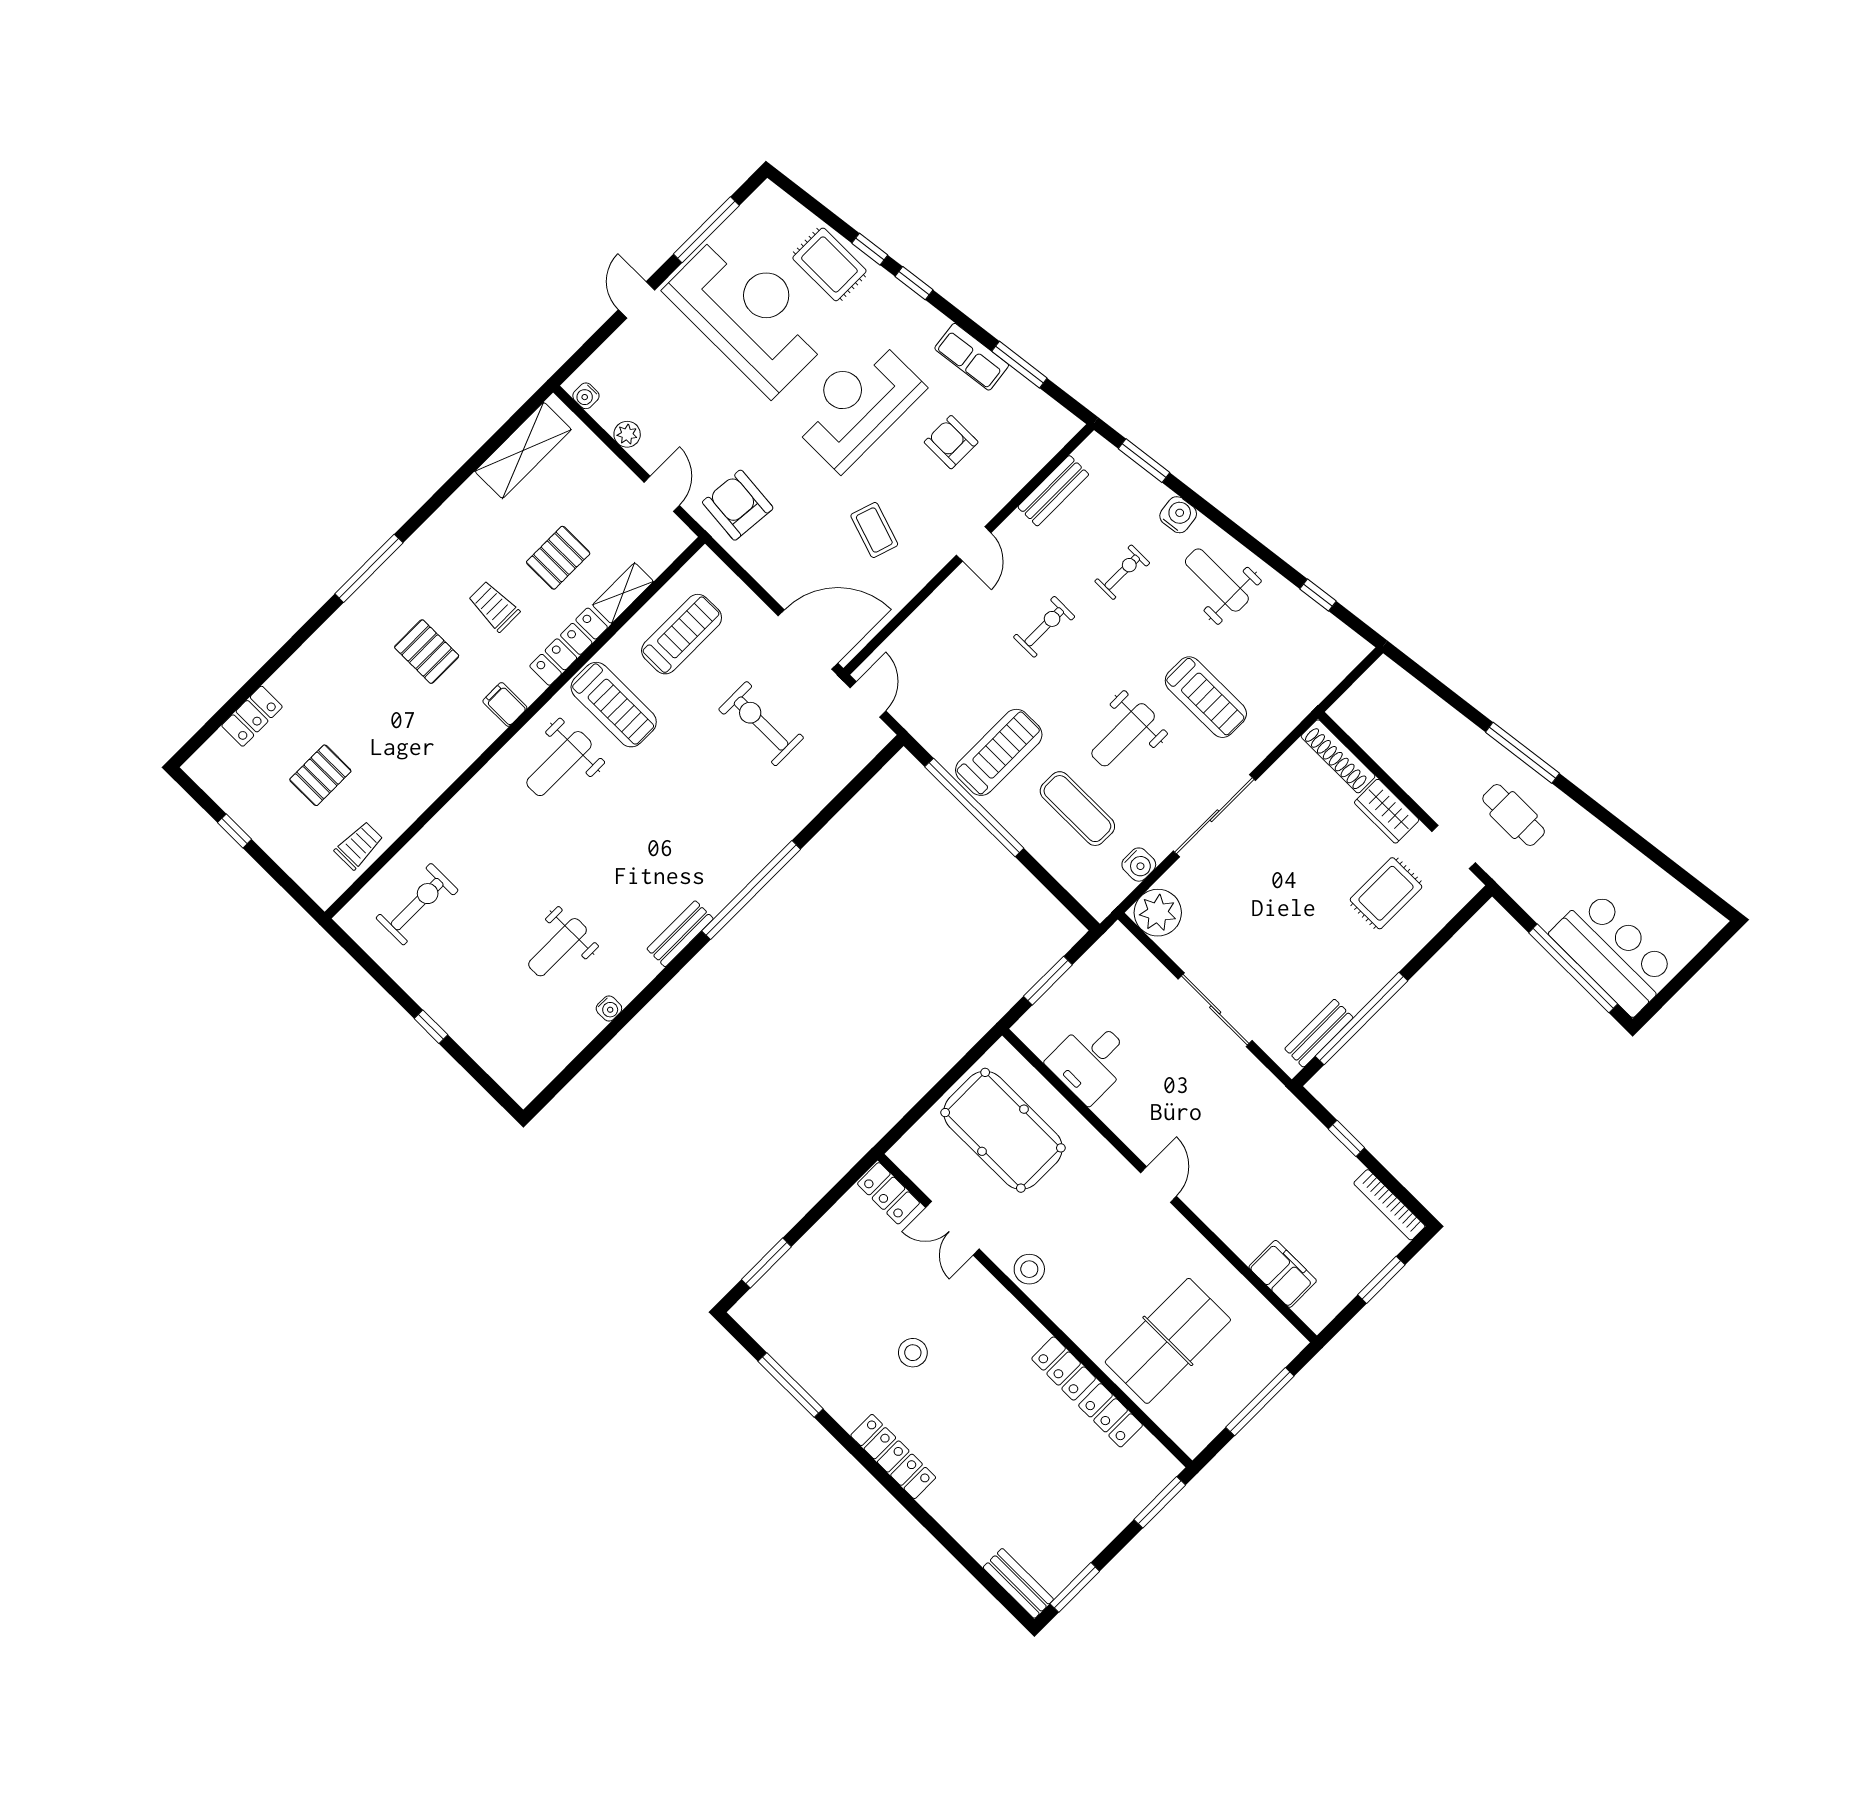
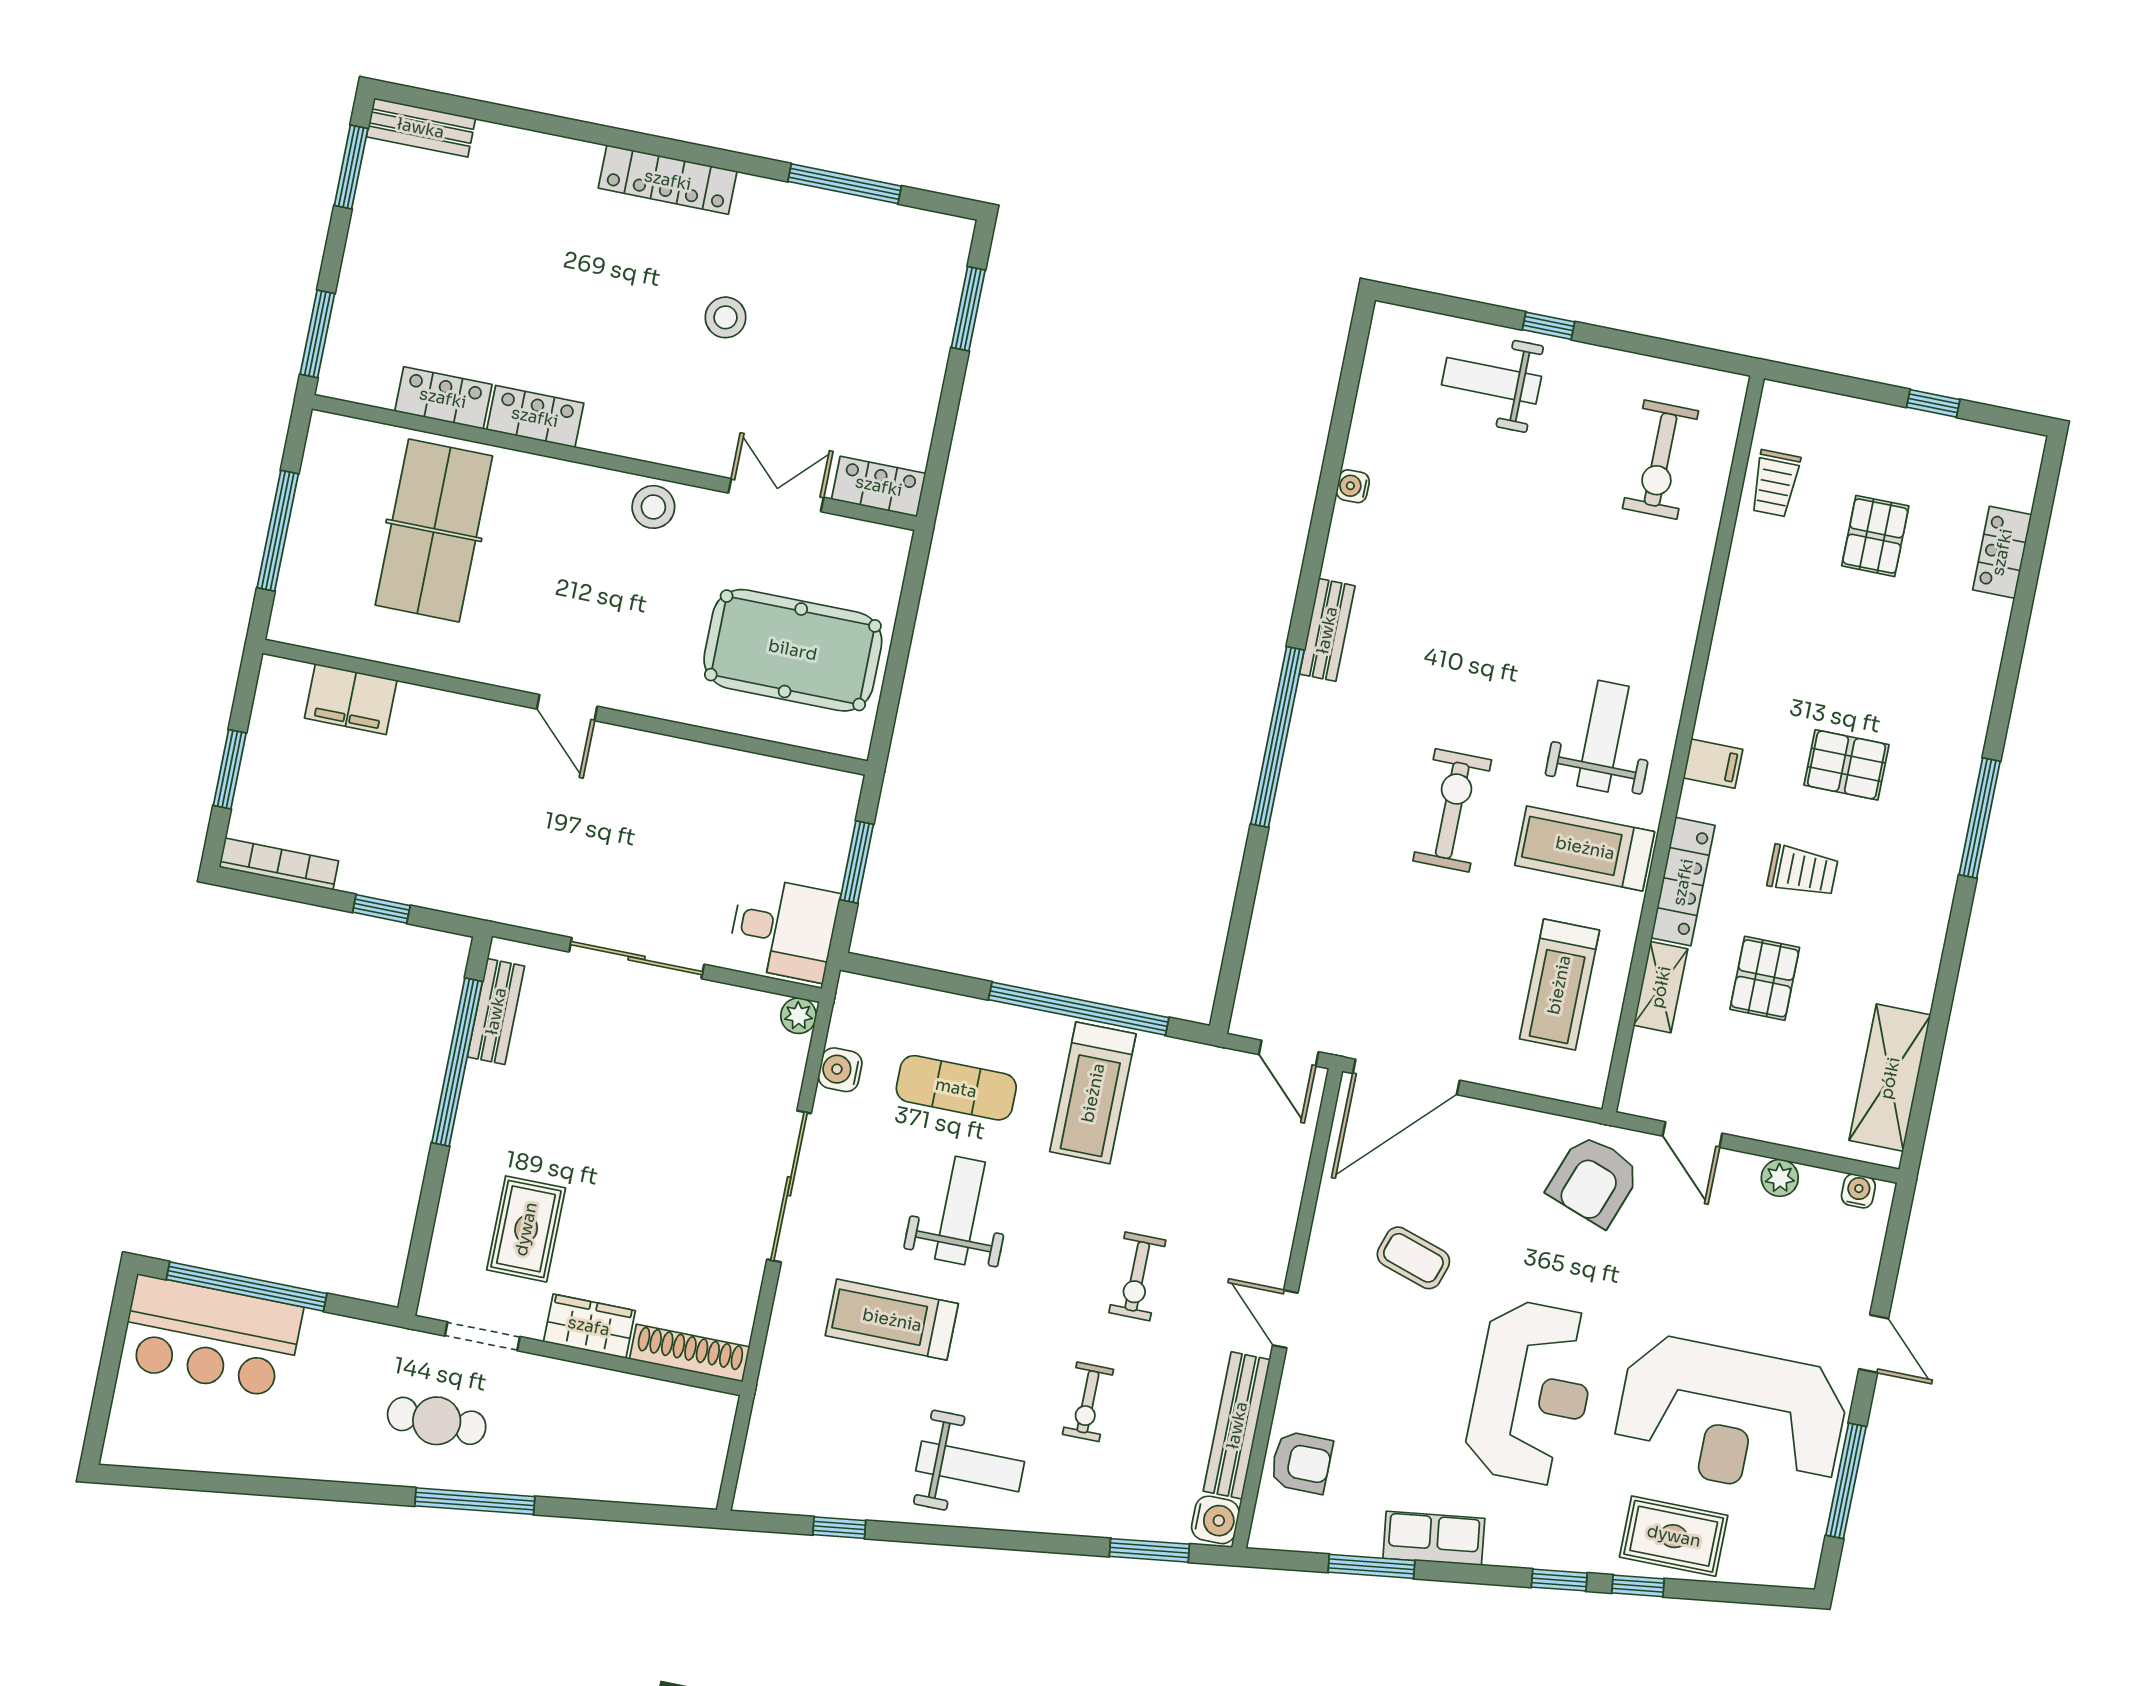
armchair: (951, 442) -> (1301, 1462), moved
bench: (1053, 491) -> (1237, 1425), width x1.36
armchair: (738, 505) -> (1594, 1181), turned 105
water cooler: (1178, 515) -> (1215, 1520), moved, turned -83
exercise bike: (761, 724) -> (1452, 810), moved, turned -90
plant: (1158, 913) -> (799, 1016), width x0.53, depth x0.53
weight bench: (558, 947) -> (1491, 381), moved, turned -90
desk: (1090, 1060) -> (783, 929), moved, turned 90

